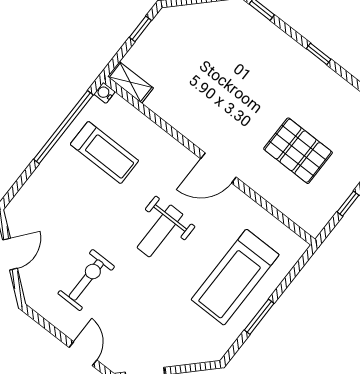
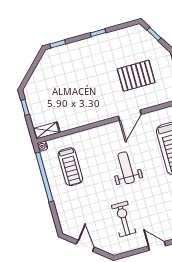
treadmill: (104, 153) -> (70, 167), turned 90
door: (218, 168) -> (130, 115), moved
weight bench: (160, 231) -> (126, 168), turned 180

